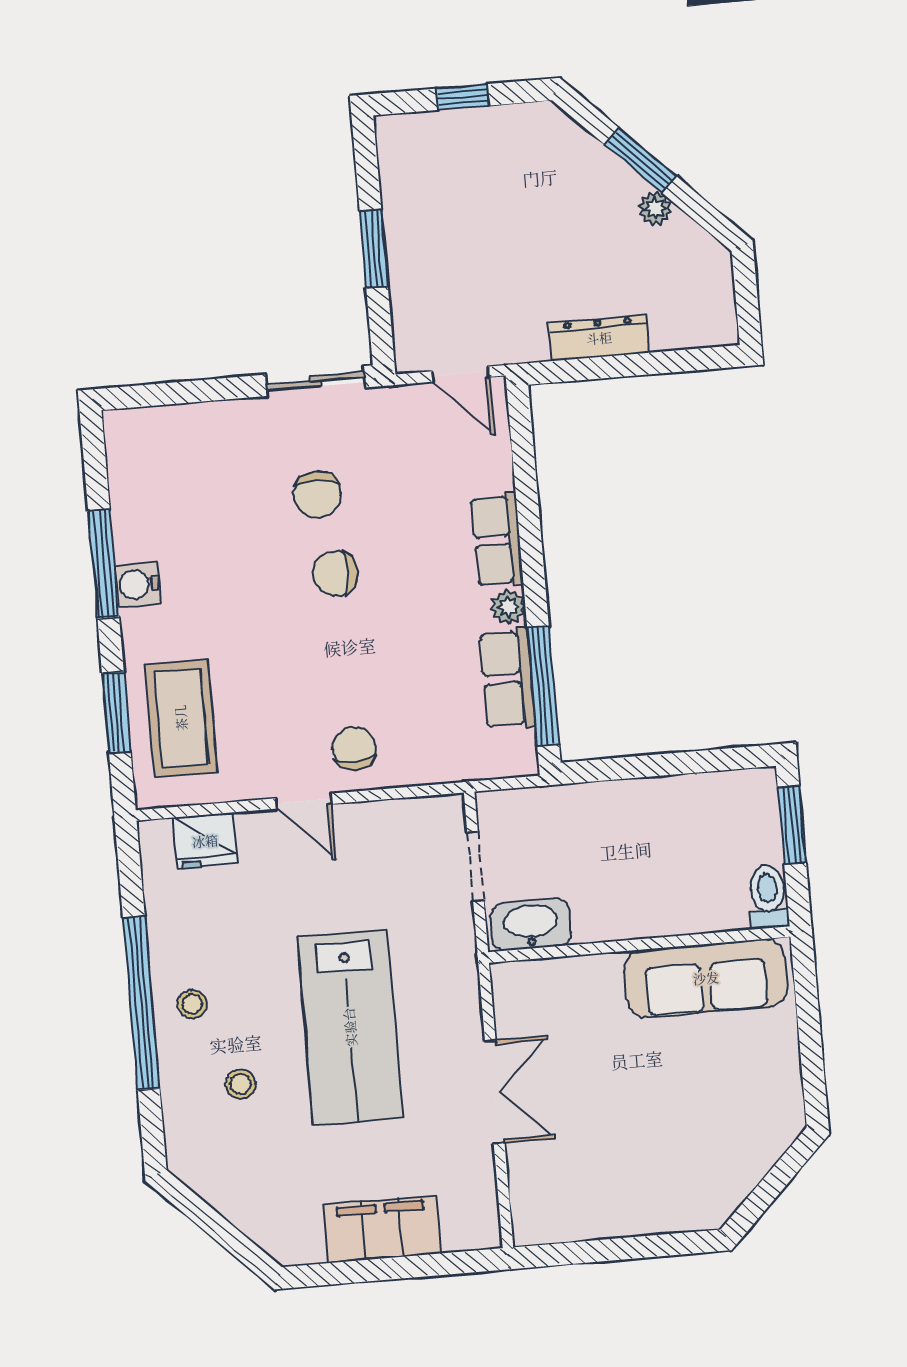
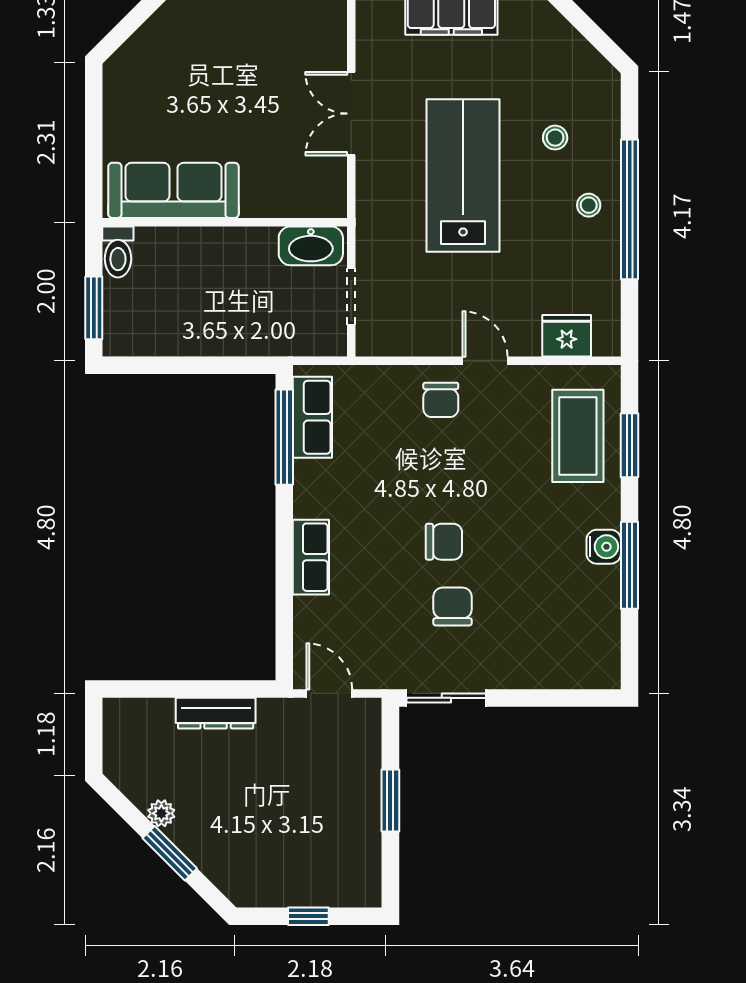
plant: (508, 607) -> (307, 503), removed
row of seats: (507, 679) -> (312, 417), moved

